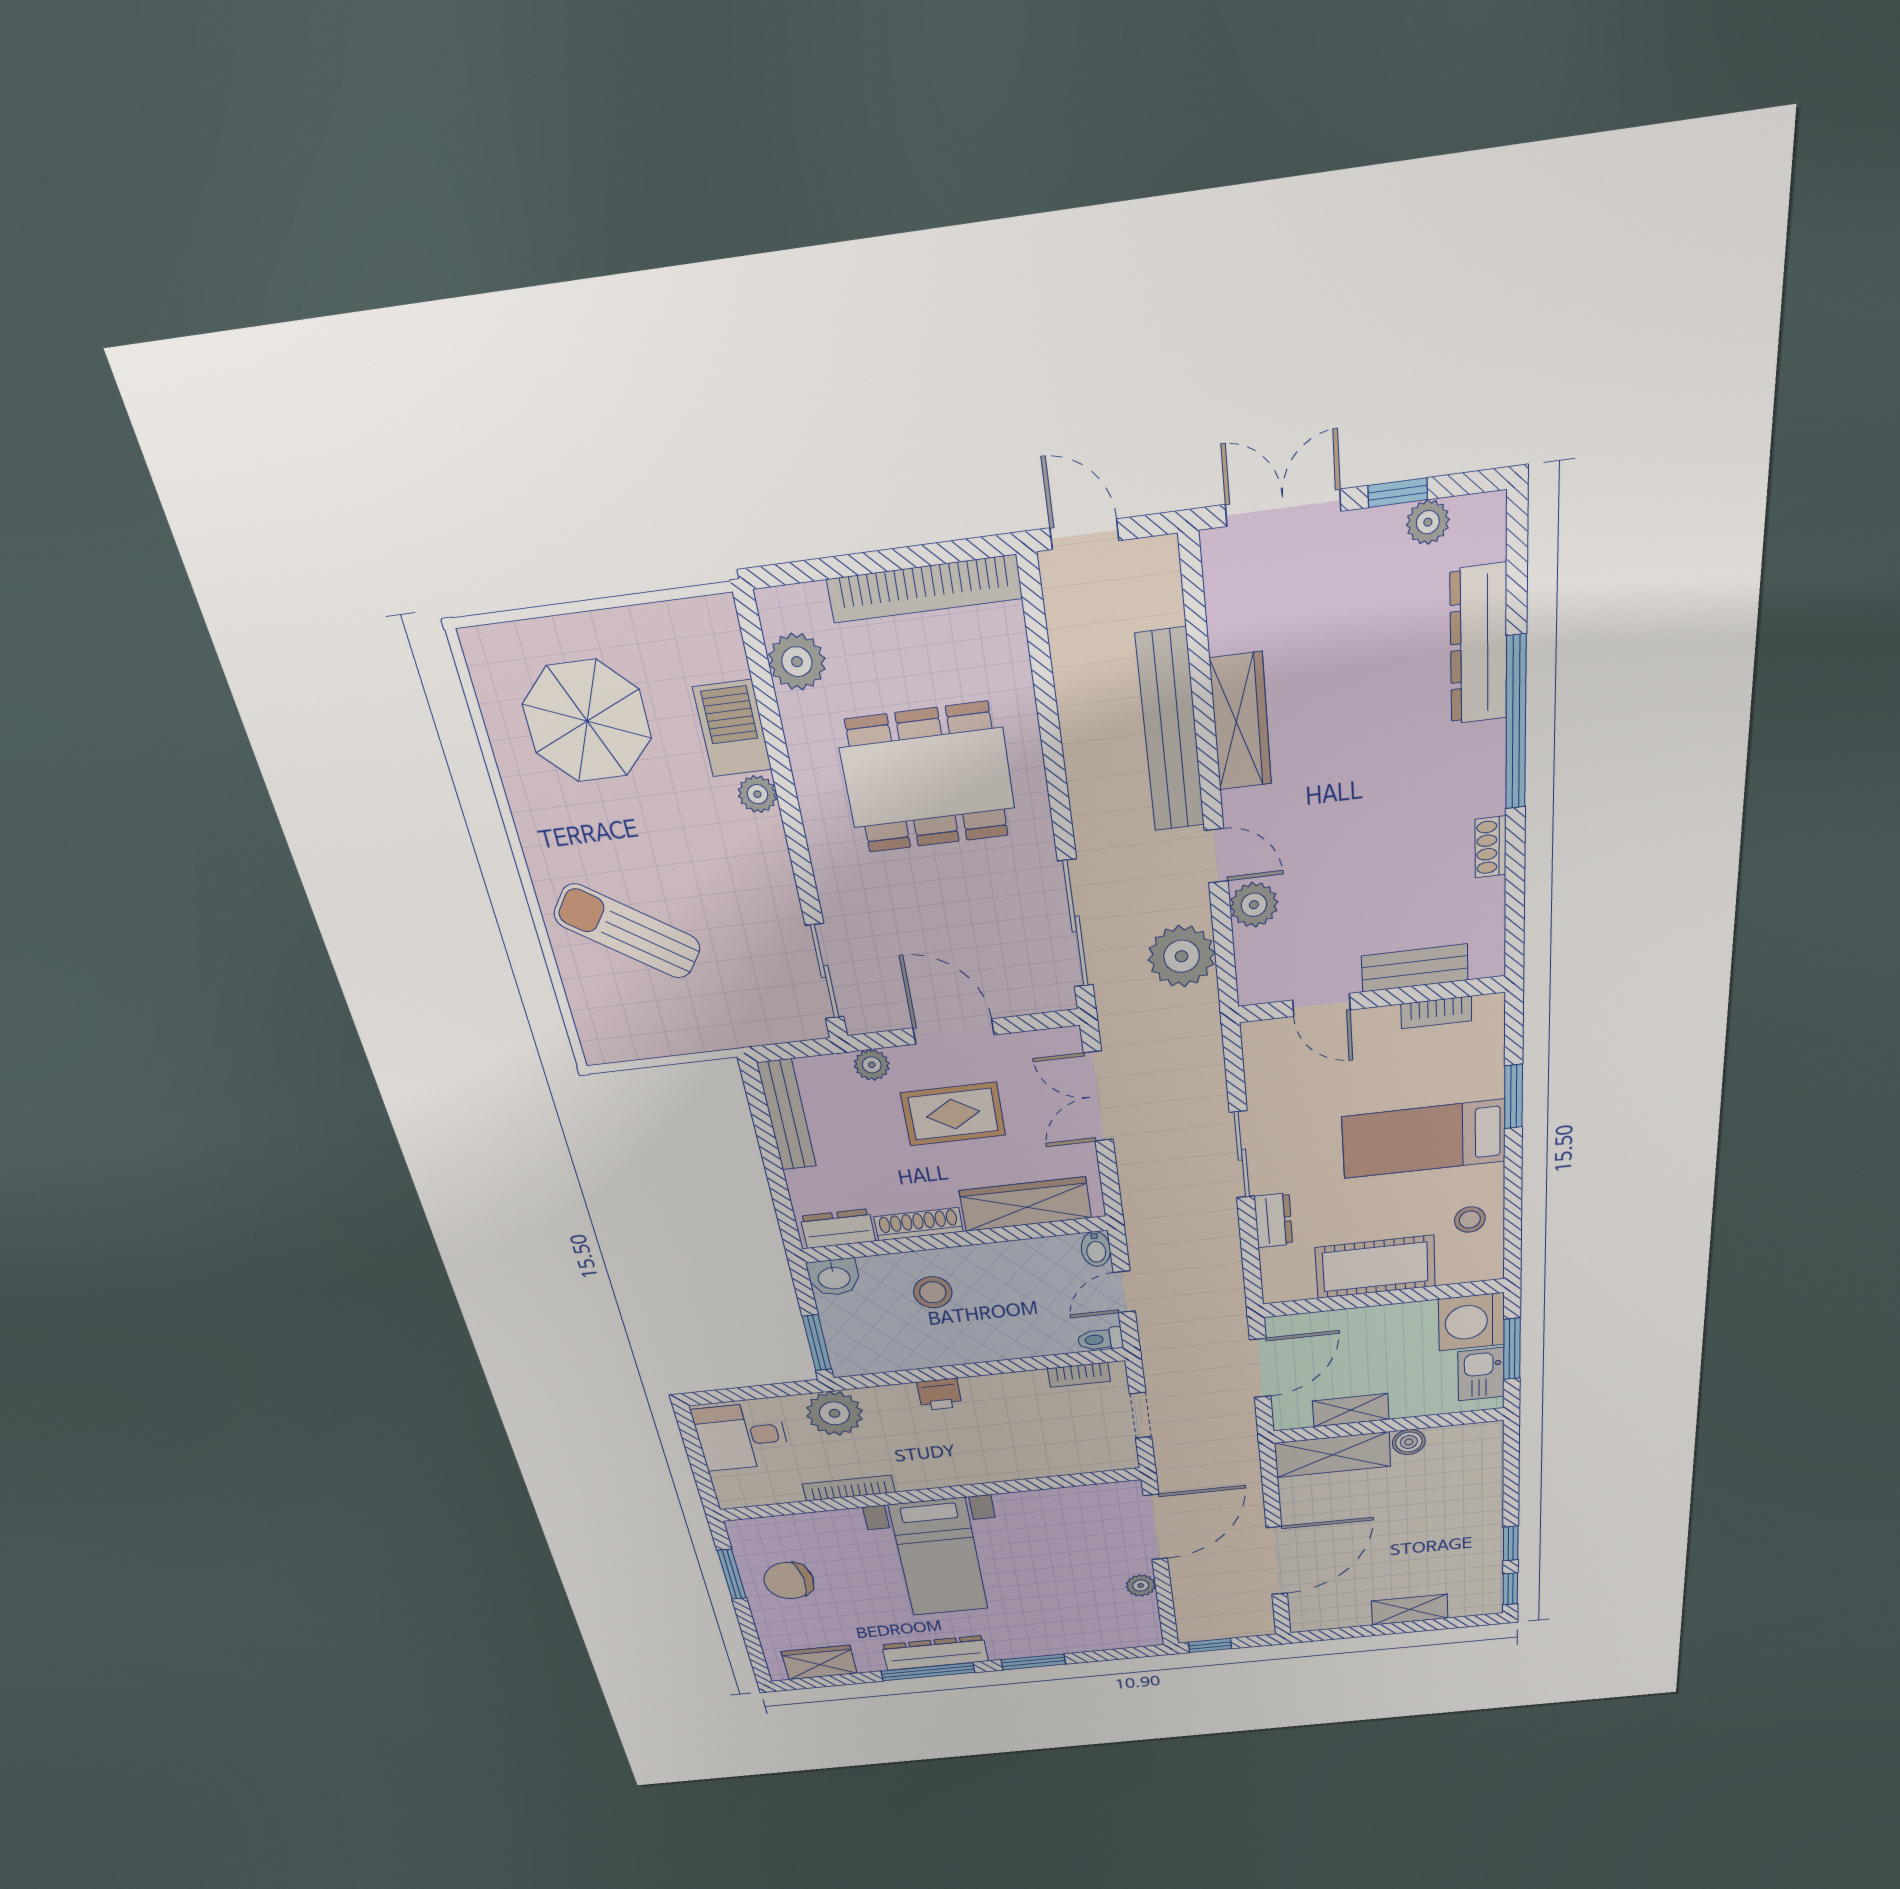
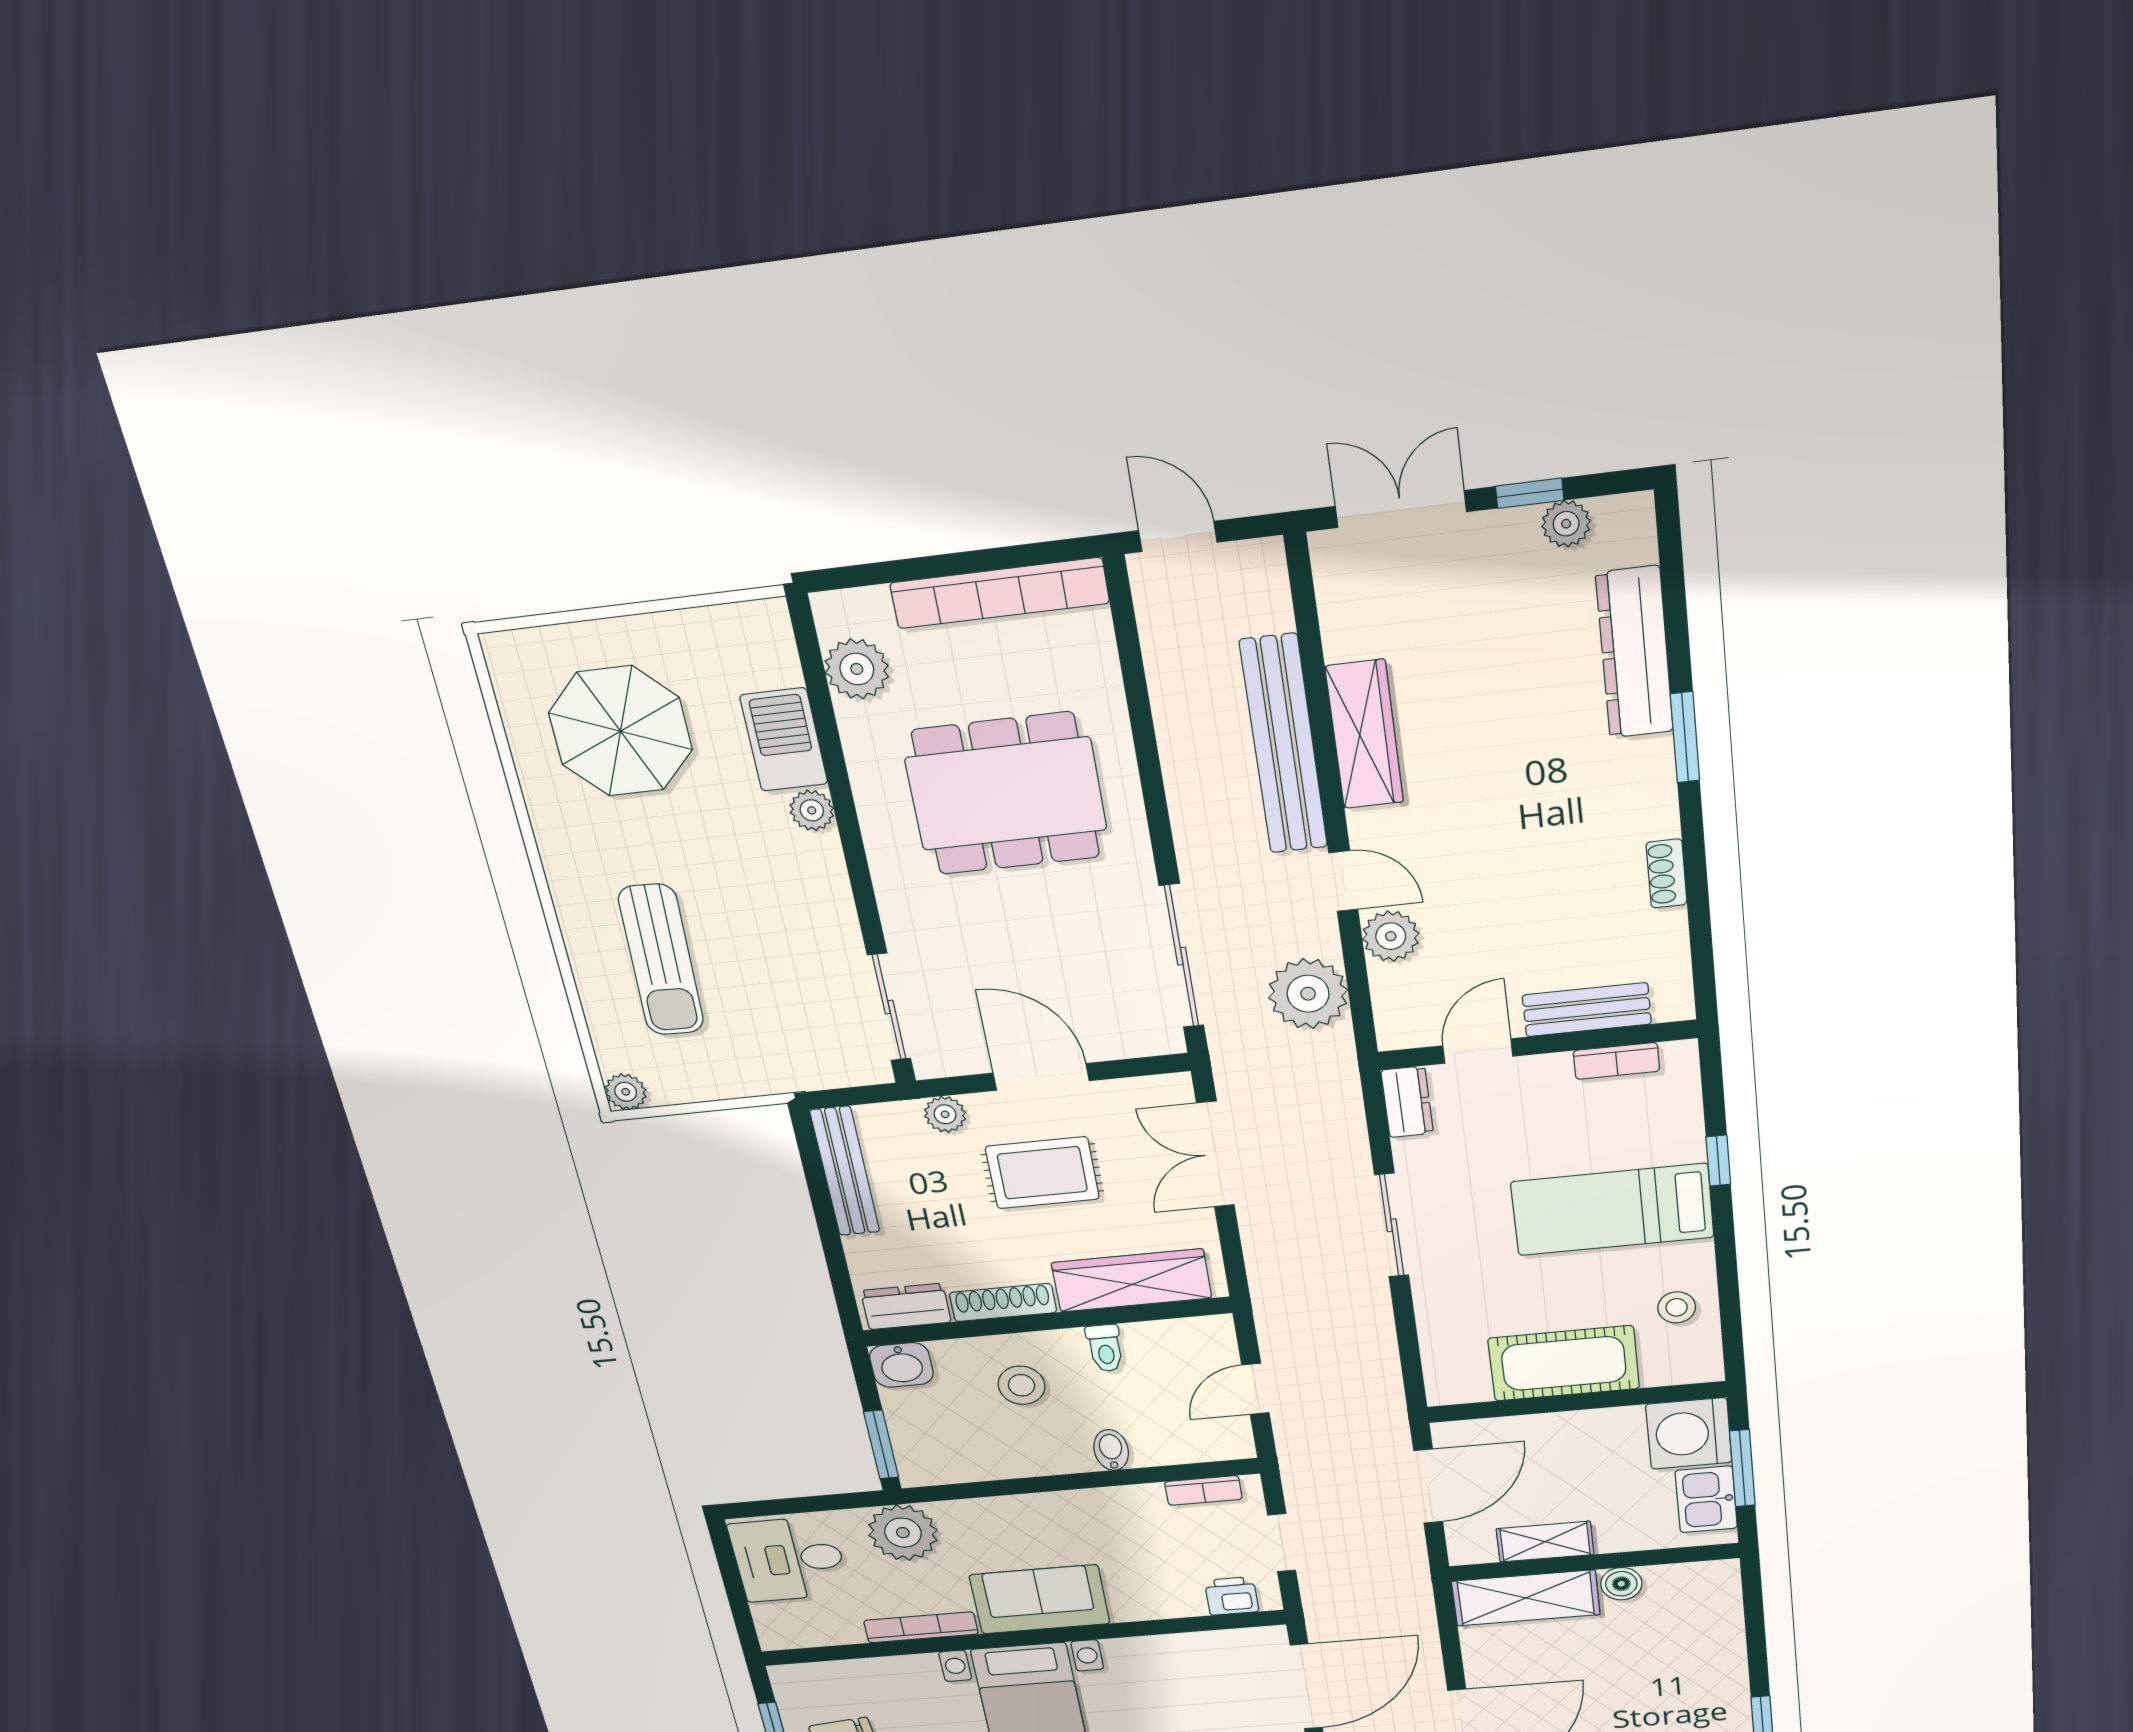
window: (1516, 723) -> (1685, 737), width x0.47
sun lounger: (627, 931) -> (661, 960), turned -123
door: (1321, 1005) -> (1478, 1051), swing flipped
plant: (599, 1048) -> (626, 1092), added
window: (1514, 1097) -> (1718, 1161), width x0.67
dresser: (1273, 1220) -> (1407, 1102), moved
bidet: (1096, 1249) -> (1111, 1450), moved, turned 180
toilet: (1100, 1339) -> (1105, 1348), moved, turned -90
printer: (939, 1394) -> (1232, 1596), moved, turned 180
sofa: (945, 1464) -> (1040, 1599), added

